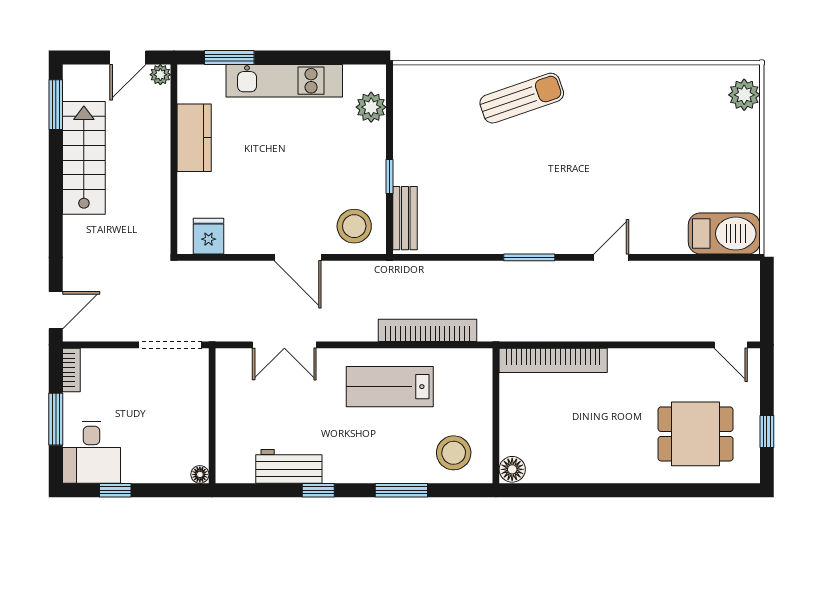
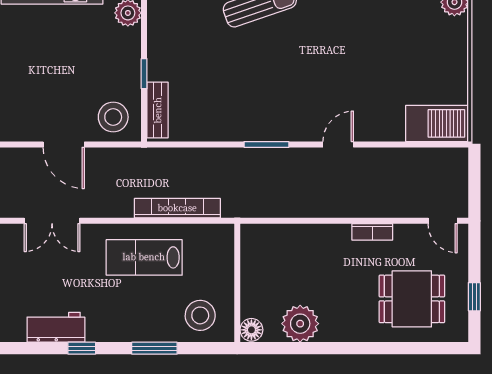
bookcase: (553, 360) -> (372, 232), moved, width x0.43, depth x0.76
plant: (568, 462) -> (300, 324), added

